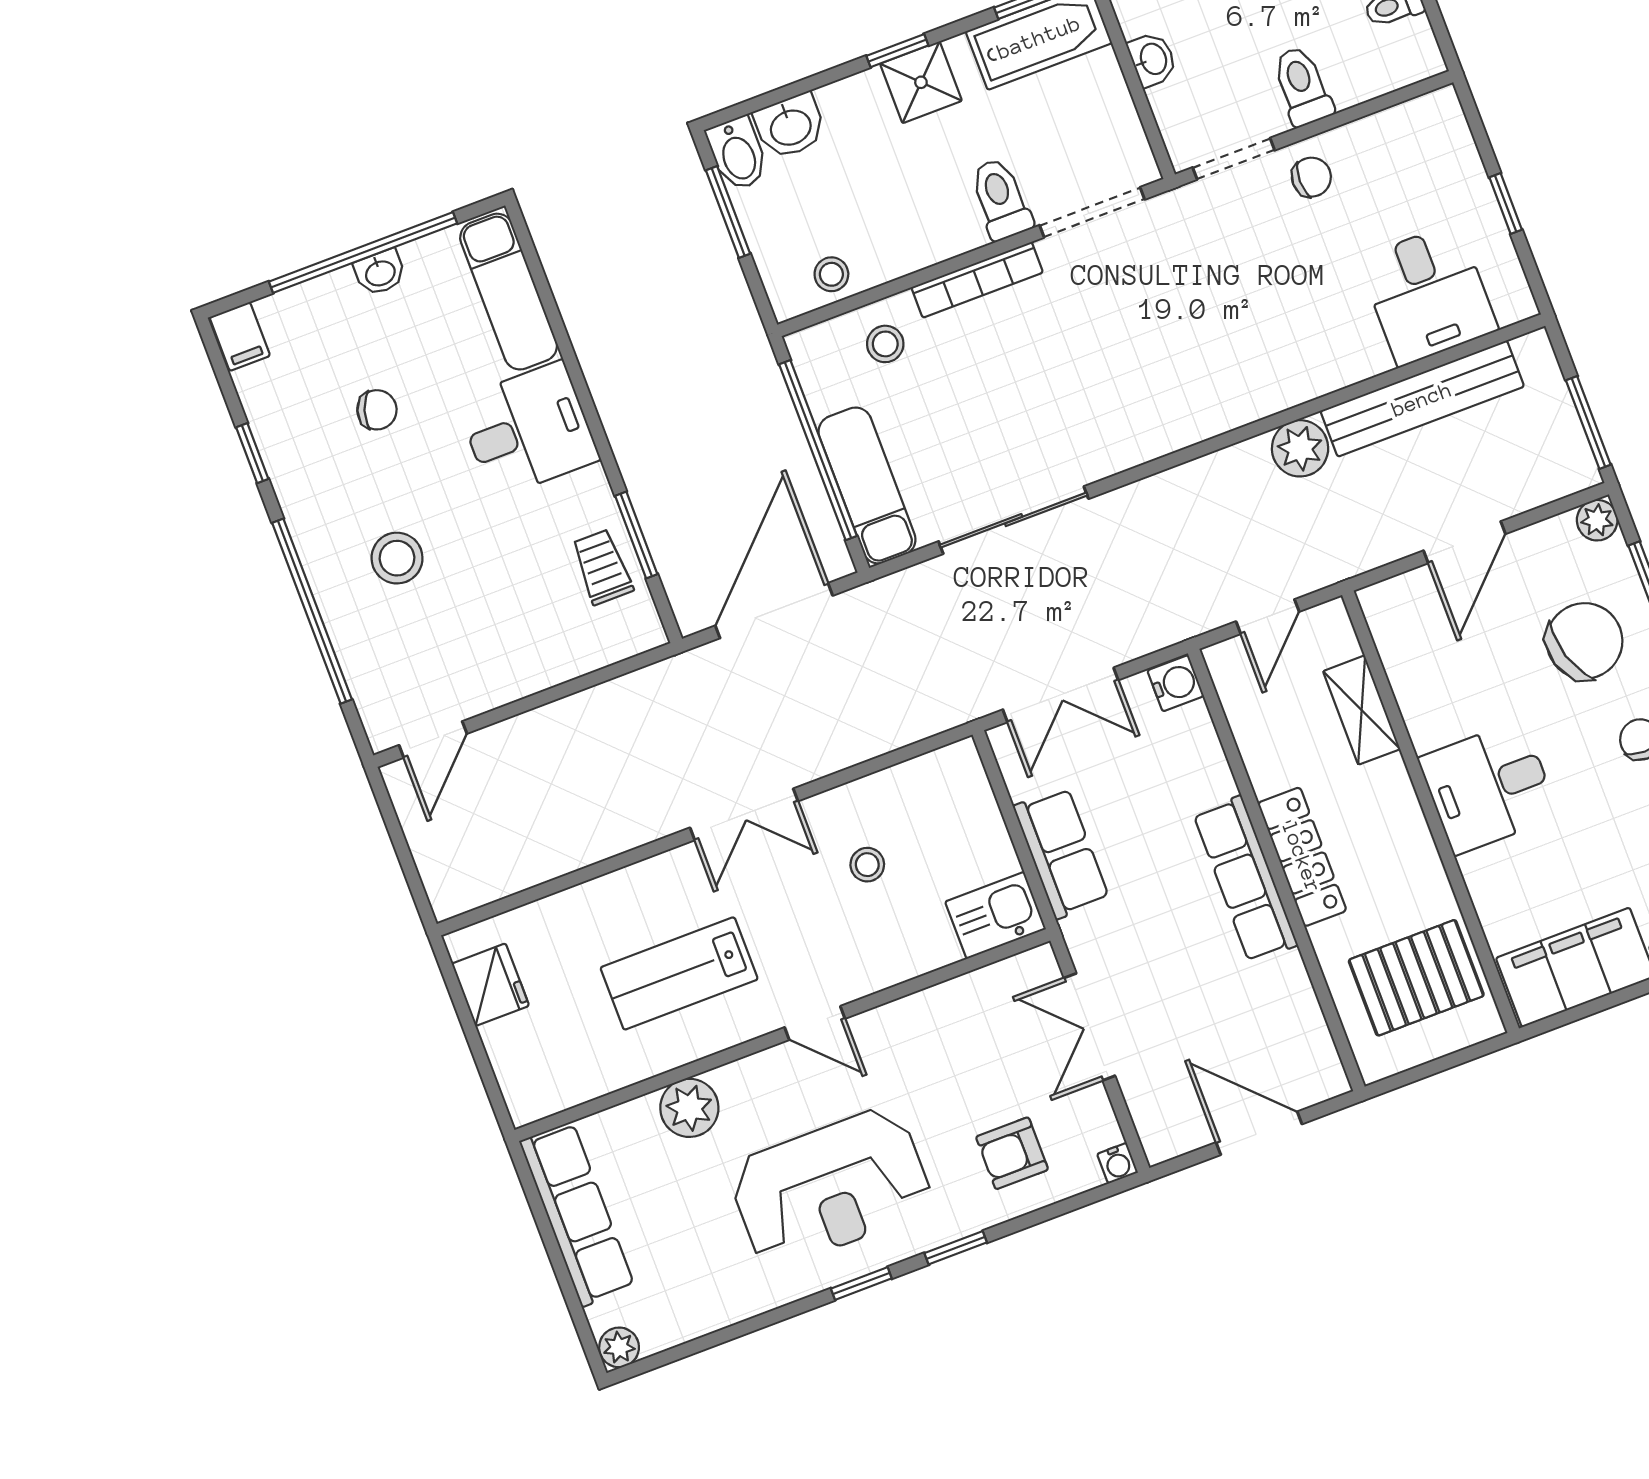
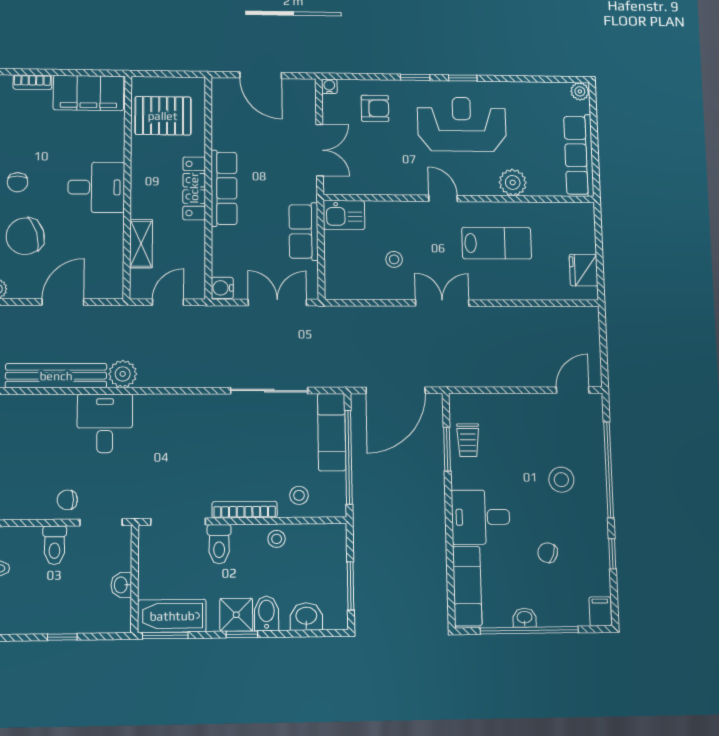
bidet: (737, 154) -> (266, 613), moved
stool: (831, 274) -> (277, 539), moved
desk: (1428, 294) -> (105, 423), moved

